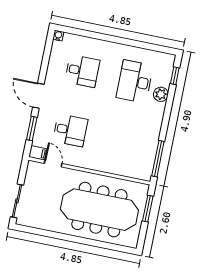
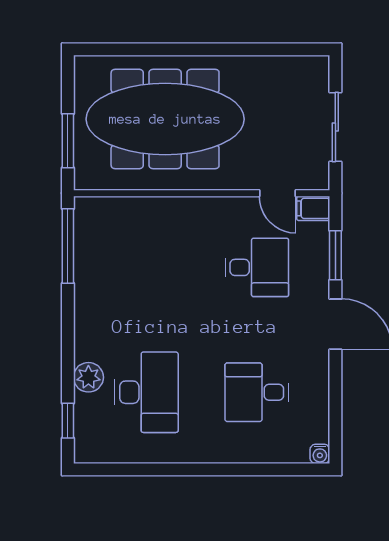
desk: (70, 130) -> (257, 267), turned 180
sliding door: (17, 201) -> (335, 127), moved

